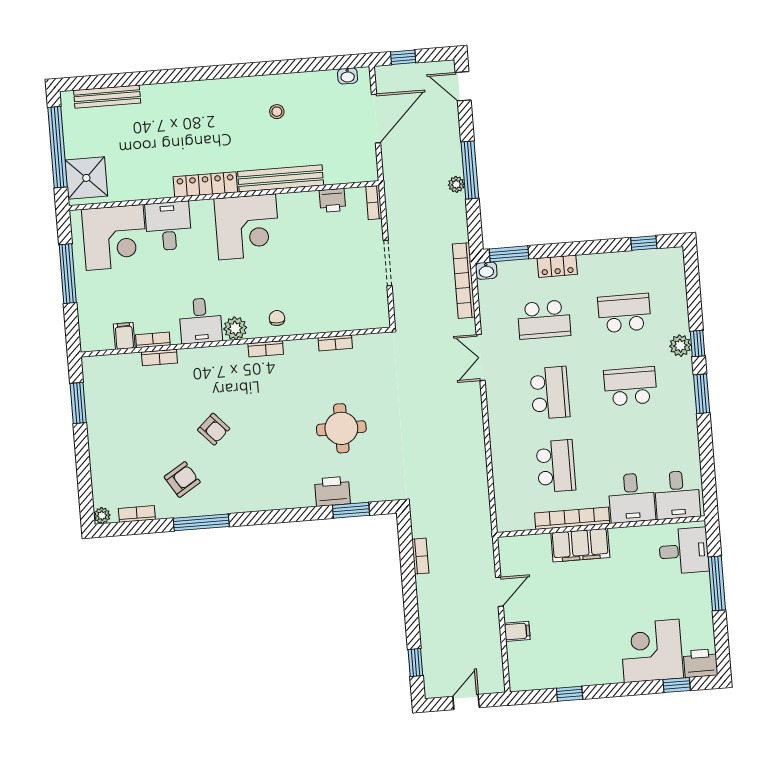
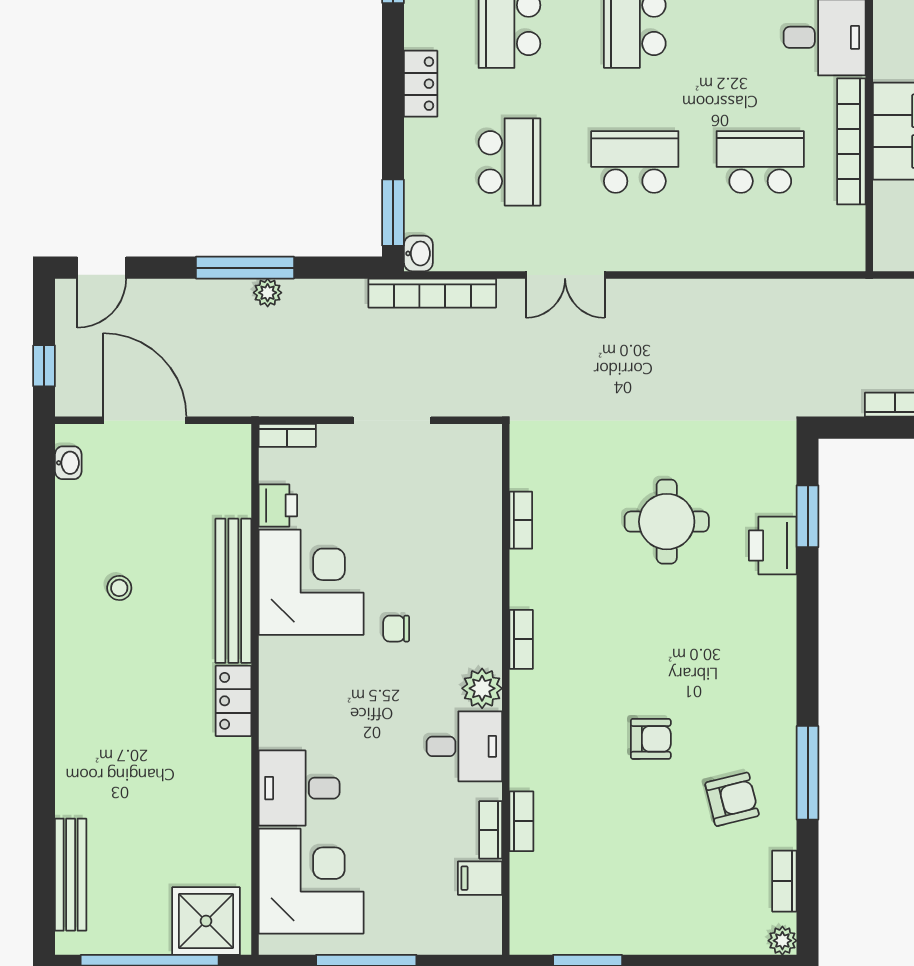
locker: (205, 185) -> (234, 701), width x0.66
corner desk: (247, 227) -> (311, 582), moved
locker: (557, 266) -> (421, 84), moved
chair: (277, 318) -> (396, 629), moved
armchair: (214, 429) -> (651, 739), turned 43
armchair: (182, 479) -> (732, 799), turned 108

